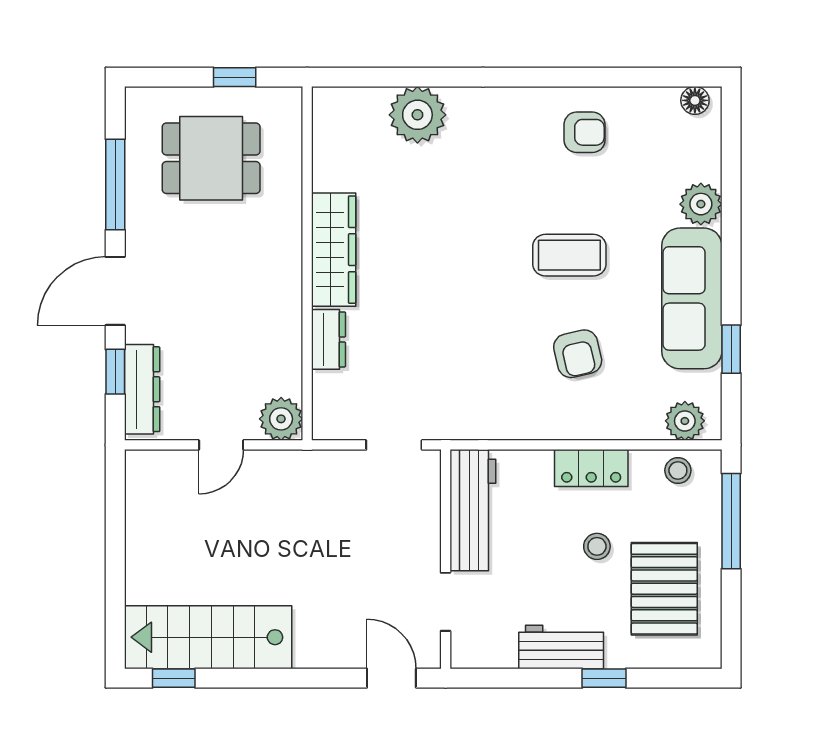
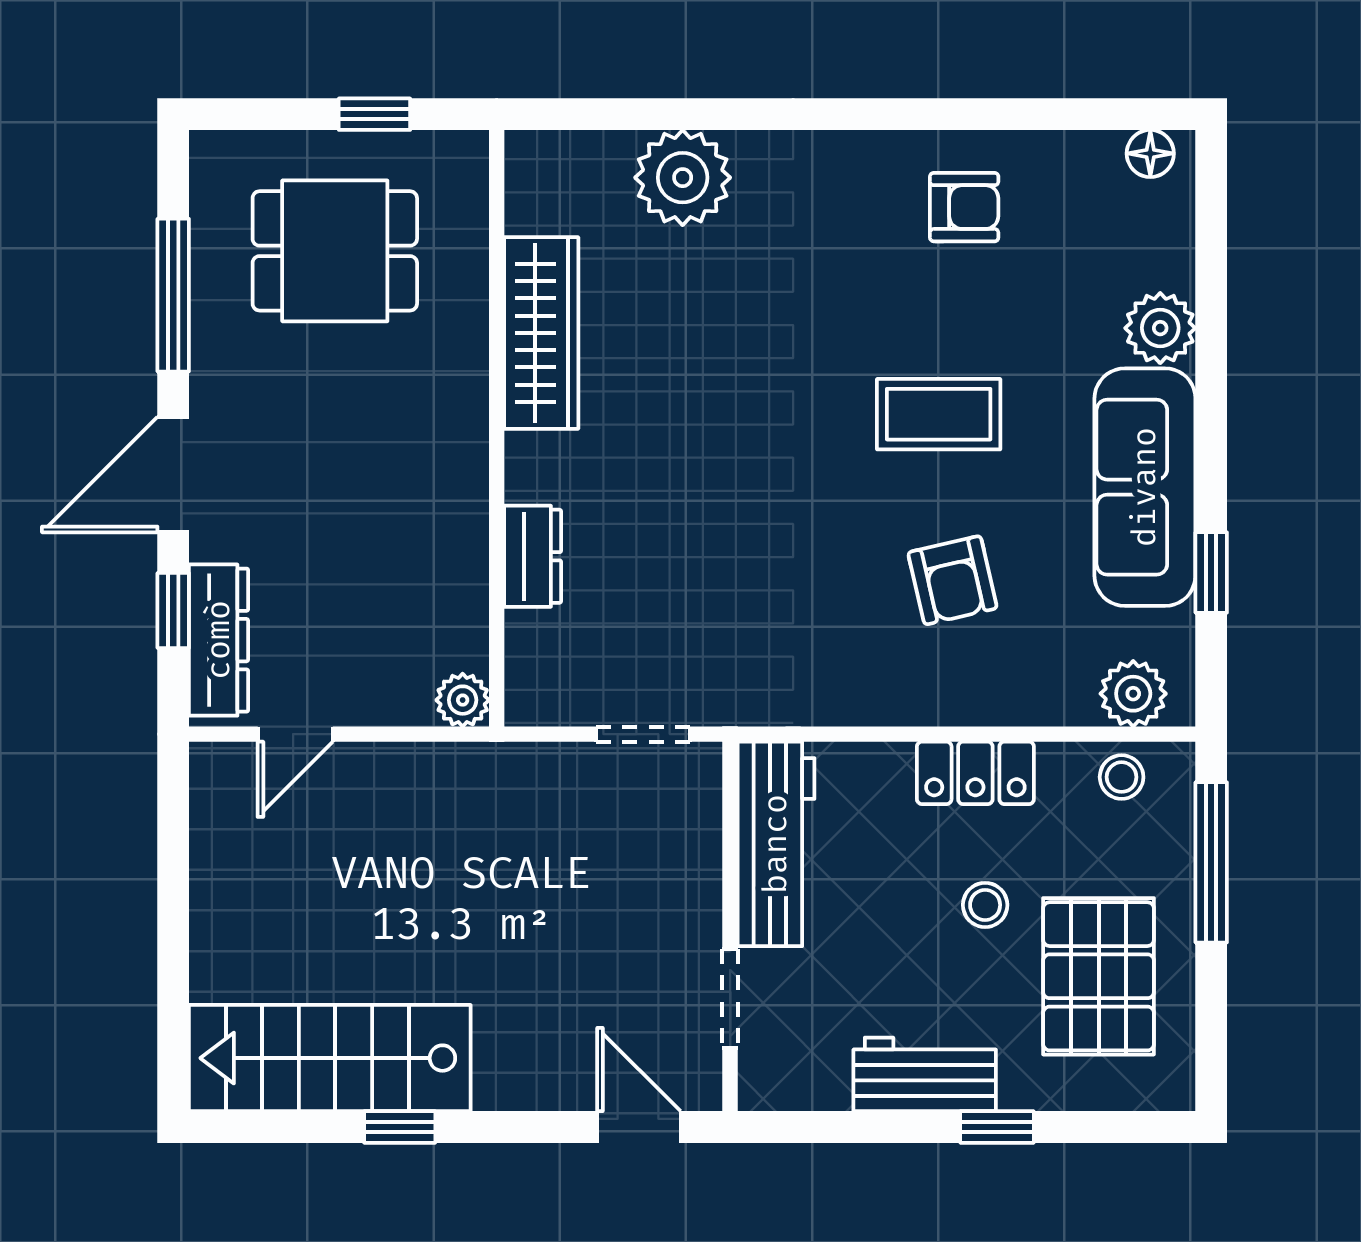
wardrobe: (334, 250) -> (541, 333), moved
plant: (281, 419) -> (463, 700), width x0.73, depth x0.73
door: (221, 445) -> (295, 734), moved
window: (174, 678) -> (400, 1127), moved

